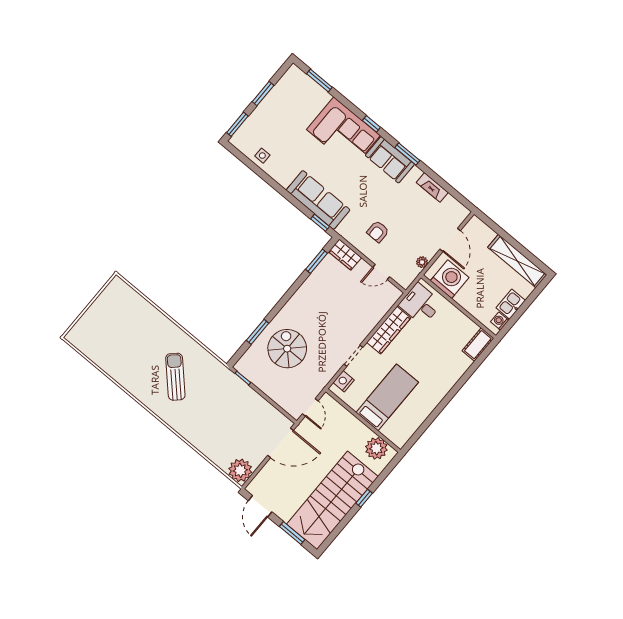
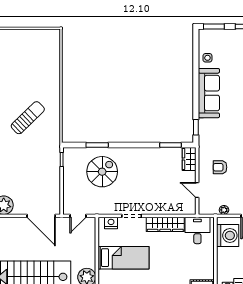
sofa: (318, 200) -> (209, 93), moved

